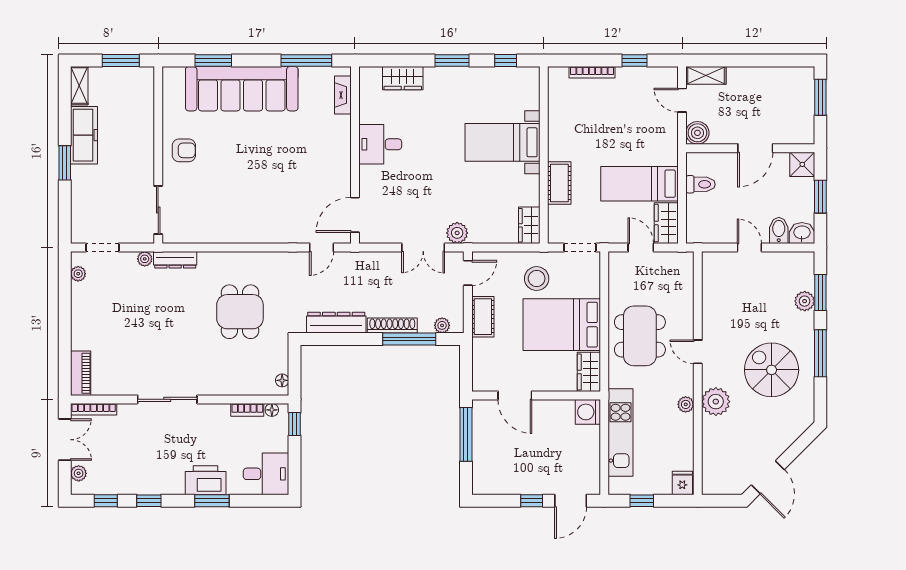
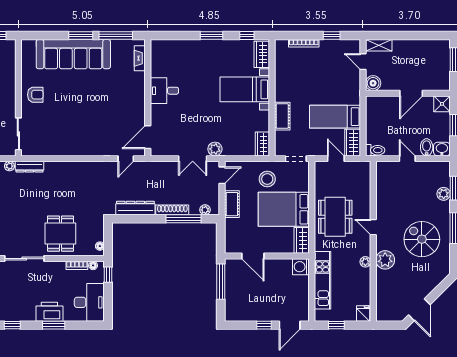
window: (213, 61) -> (81, 36), moved
wardrobe: (403, 78) -> (262, 54), moved, turned 90
toilet: (701, 184) -> (375, 150), moved
dining table: (240, 312) -> (60, 234), moved
desk: (266, 474) -> (89, 302), width x1.37

